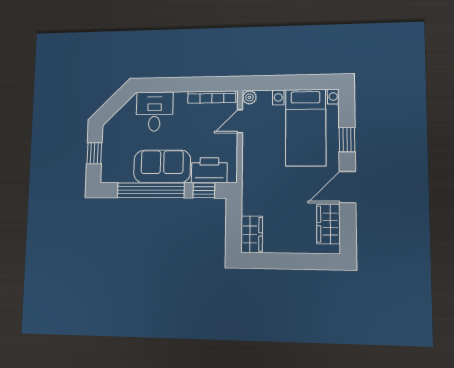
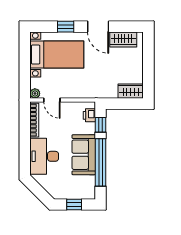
desk: (154, 112) -> (44, 156), width x1.37
printer: (209, 170) -> (89, 115), width x0.53, depth x0.68

